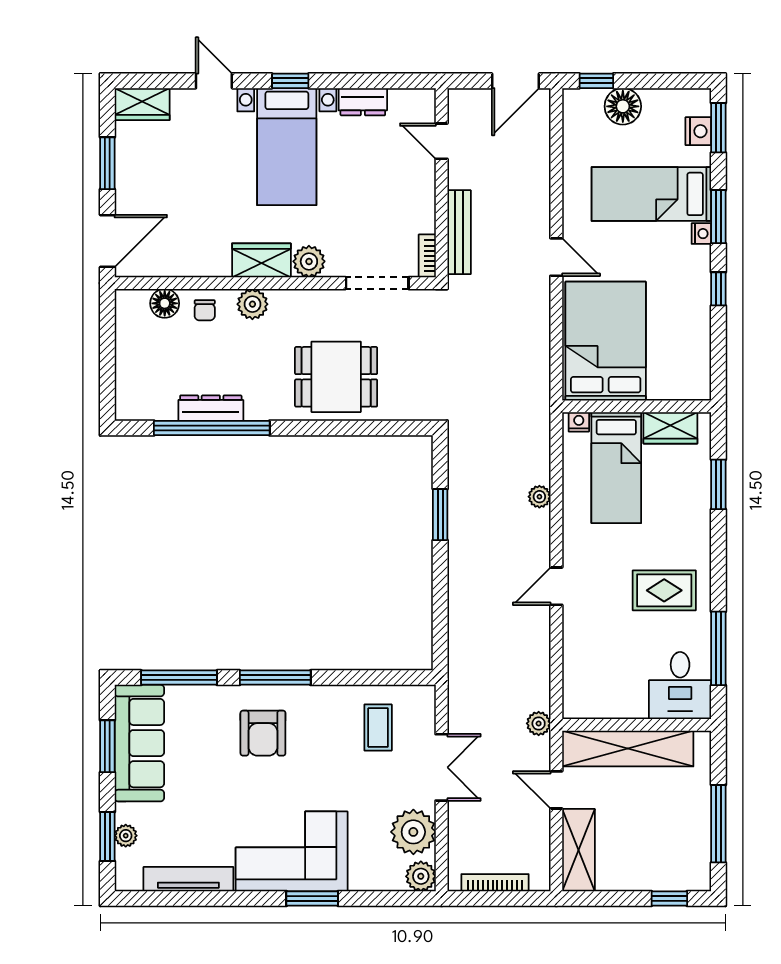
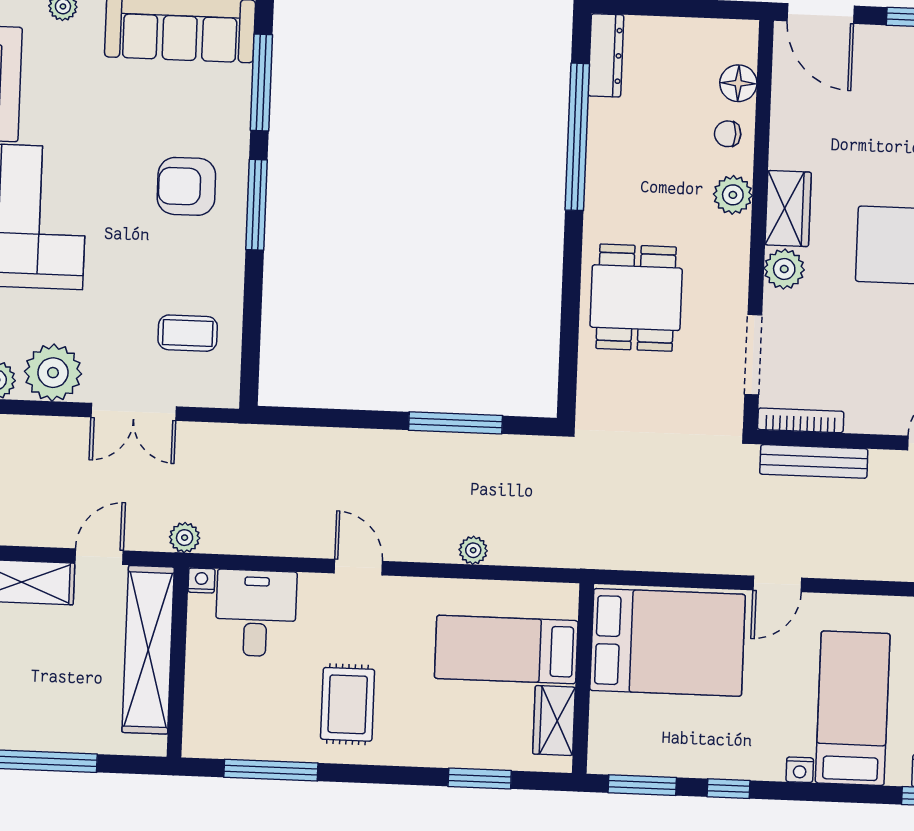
window: (718, 217) -> (642, 785), moved
bookcase: (427, 256) -> (801, 420), width x1.56
dresser: (211, 408) -> (606, 55), moved
nightstand: (579, 422) -> (201, 580), moved, turned -90
window: (440, 515) -> (455, 423), width x1.44
desk: (680, 686) -> (256, 613), moved, turned 90

